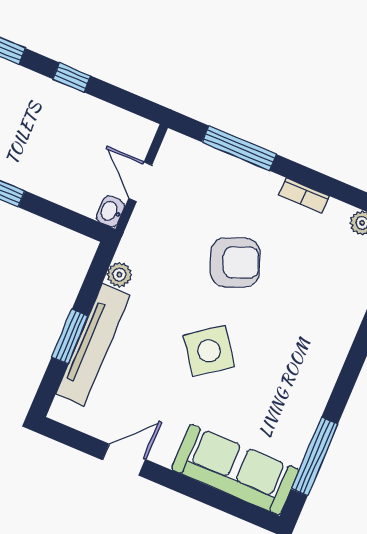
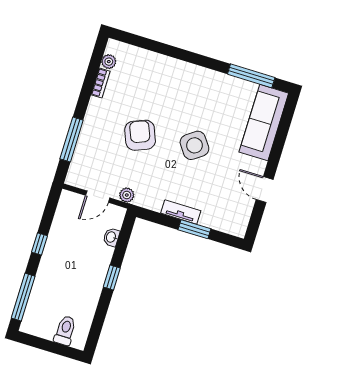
bookcase: (304, 195) -> (101, 83), moved
washbasin: (110, 211) -> (111, 237), moved, turned 90
plant: (119, 275) -> (127, 195), moved
tv unit: (93, 345) -> (181, 212), width x0.52, depth x0.78

